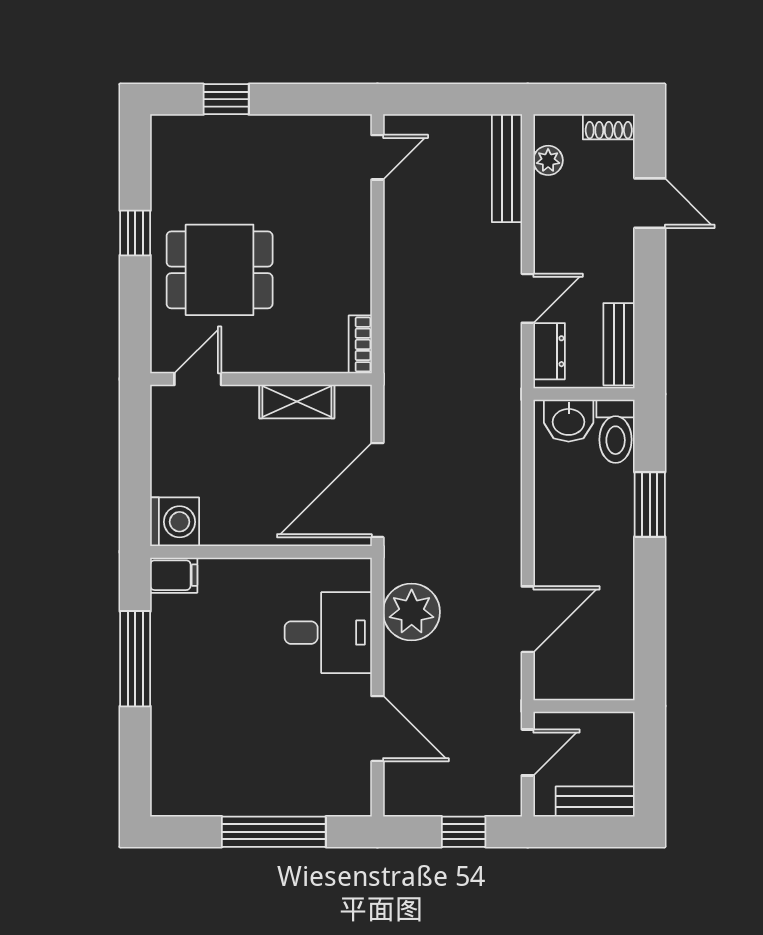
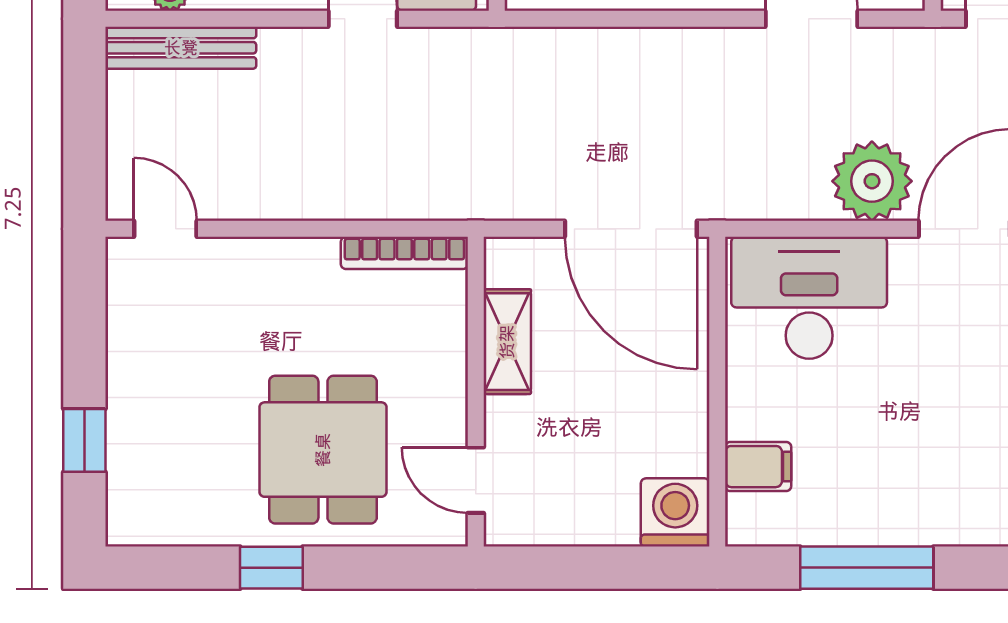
bookcase: (360, 344) -> (404, 253), width x1.56
filing cabinet: (174, 575) -> (758, 467), moved, turned 90
plant: (412, 612) -> (872, 181), moved
desk: (328, 633) -> (809, 298), width x1.37

